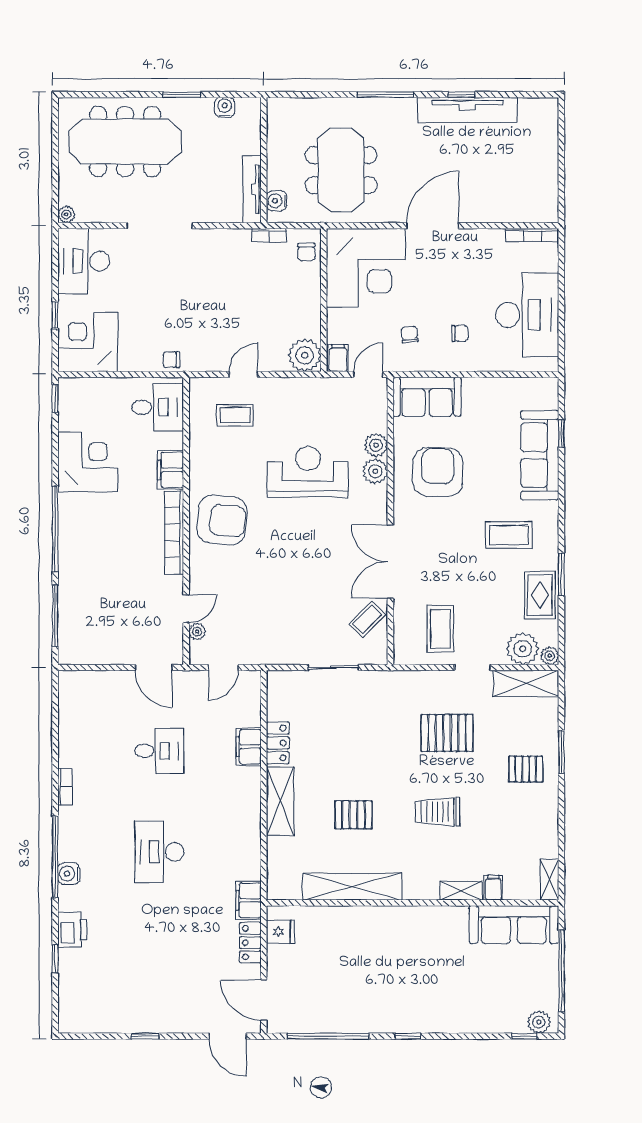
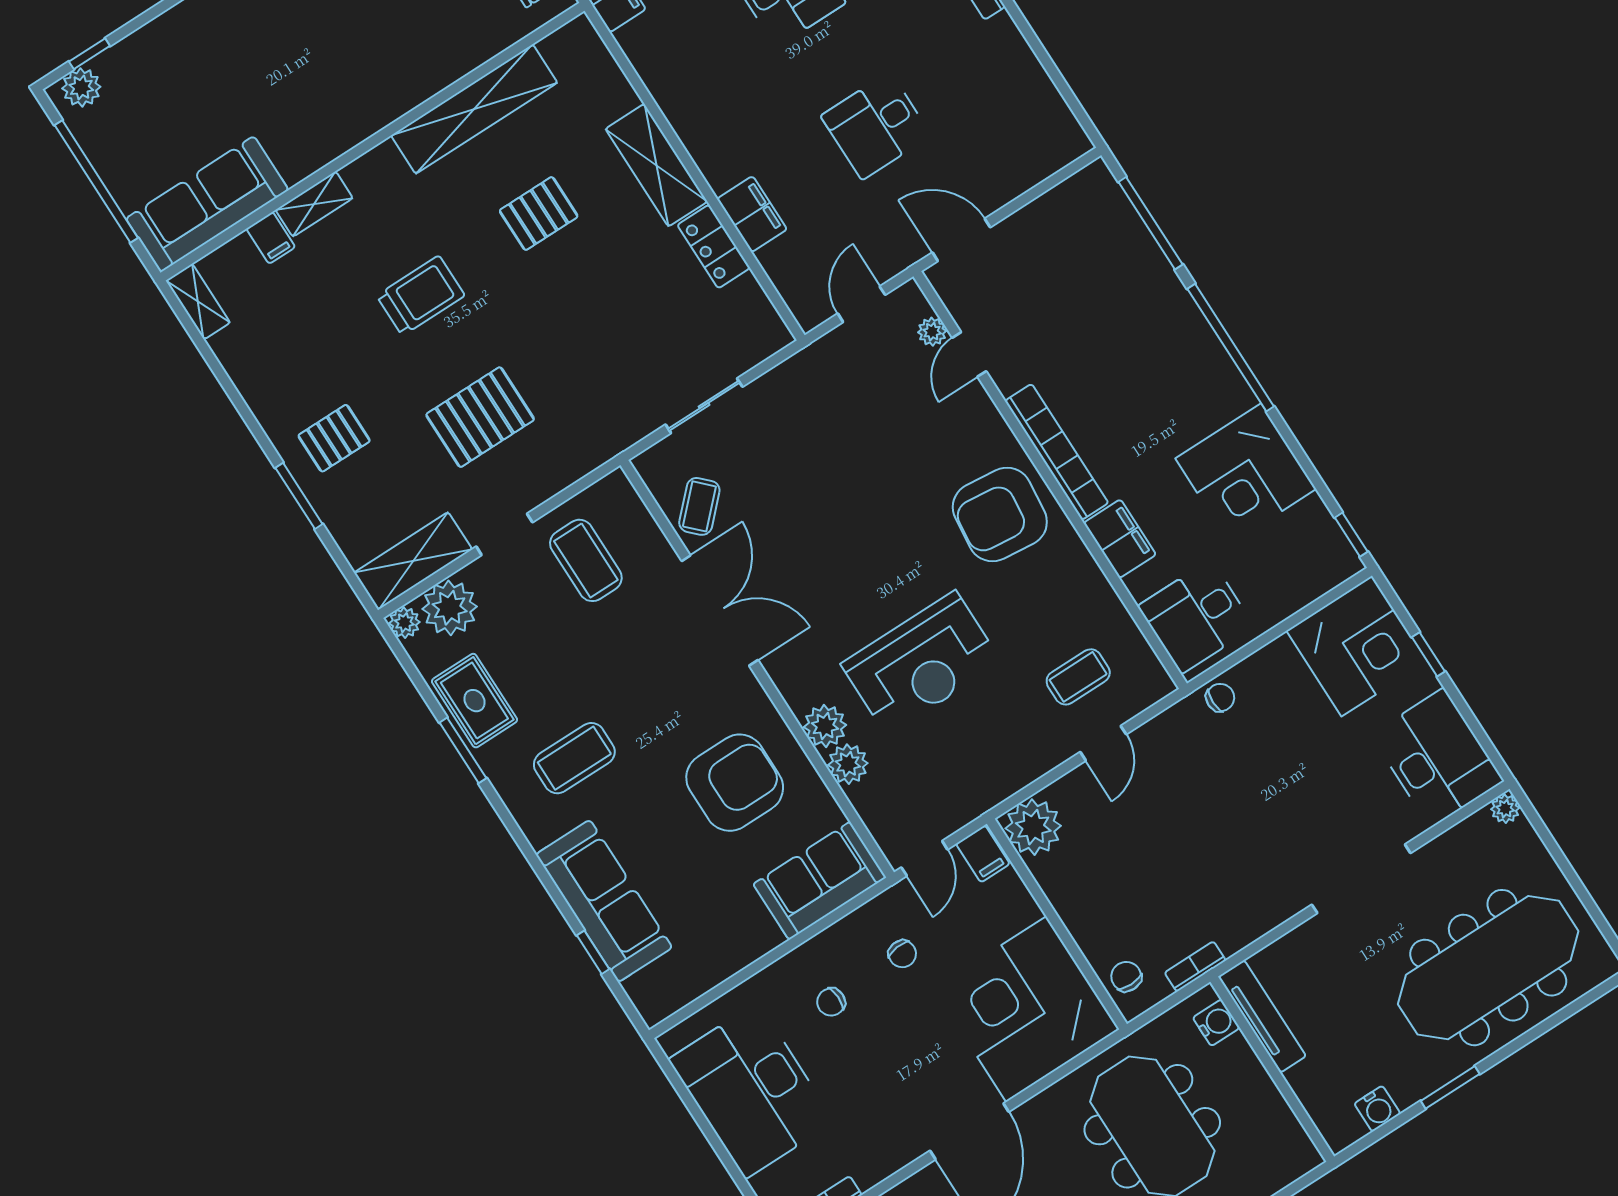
armchair: (438, 472) -> (735, 783), turned -91

